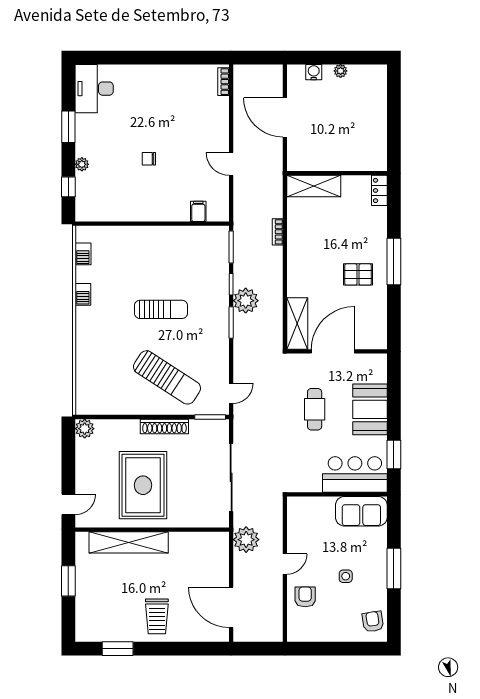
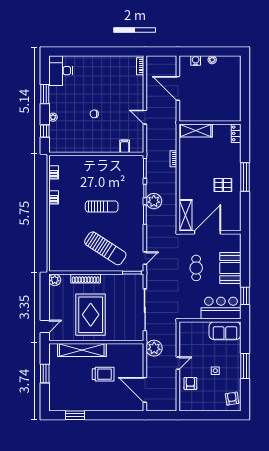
shoe rack: (164, 426) -> (86, 279), moved
trolley: (157, 616) -> (103, 374), moved, turned -90

